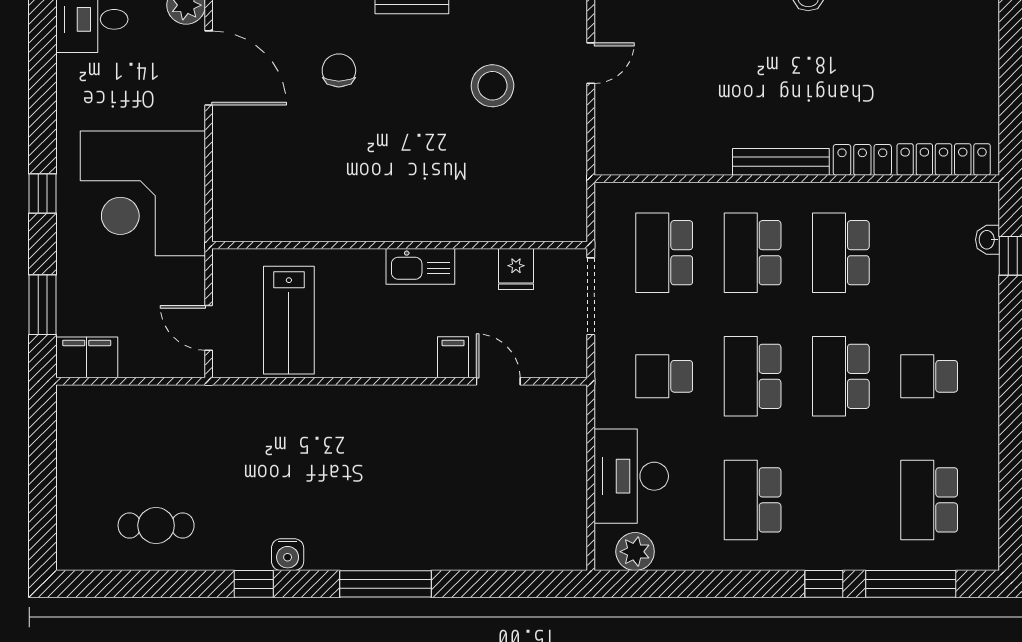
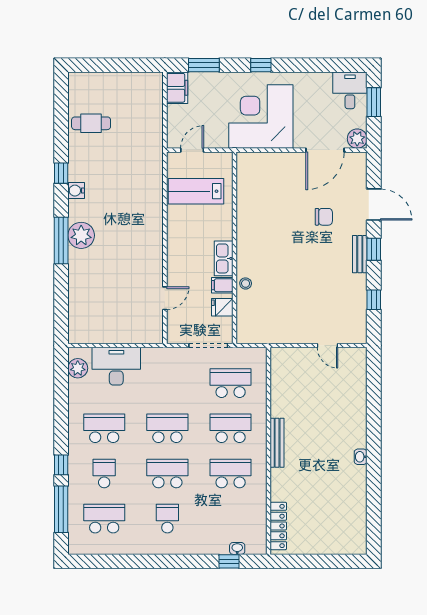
stool: (492, 86) -> (246, 283), moved, width x0.53, depth x0.53
locker: (862, 160) -> (278, 484), removed
filing cabinet: (453, 357) -> (222, 285), moved, turned 180
school desk: (664, 376) -> (104, 473), moved
cafe table: (156, 525) -> (91, 123), turned 90
plant: (375, 545) -> (81, 235), added

